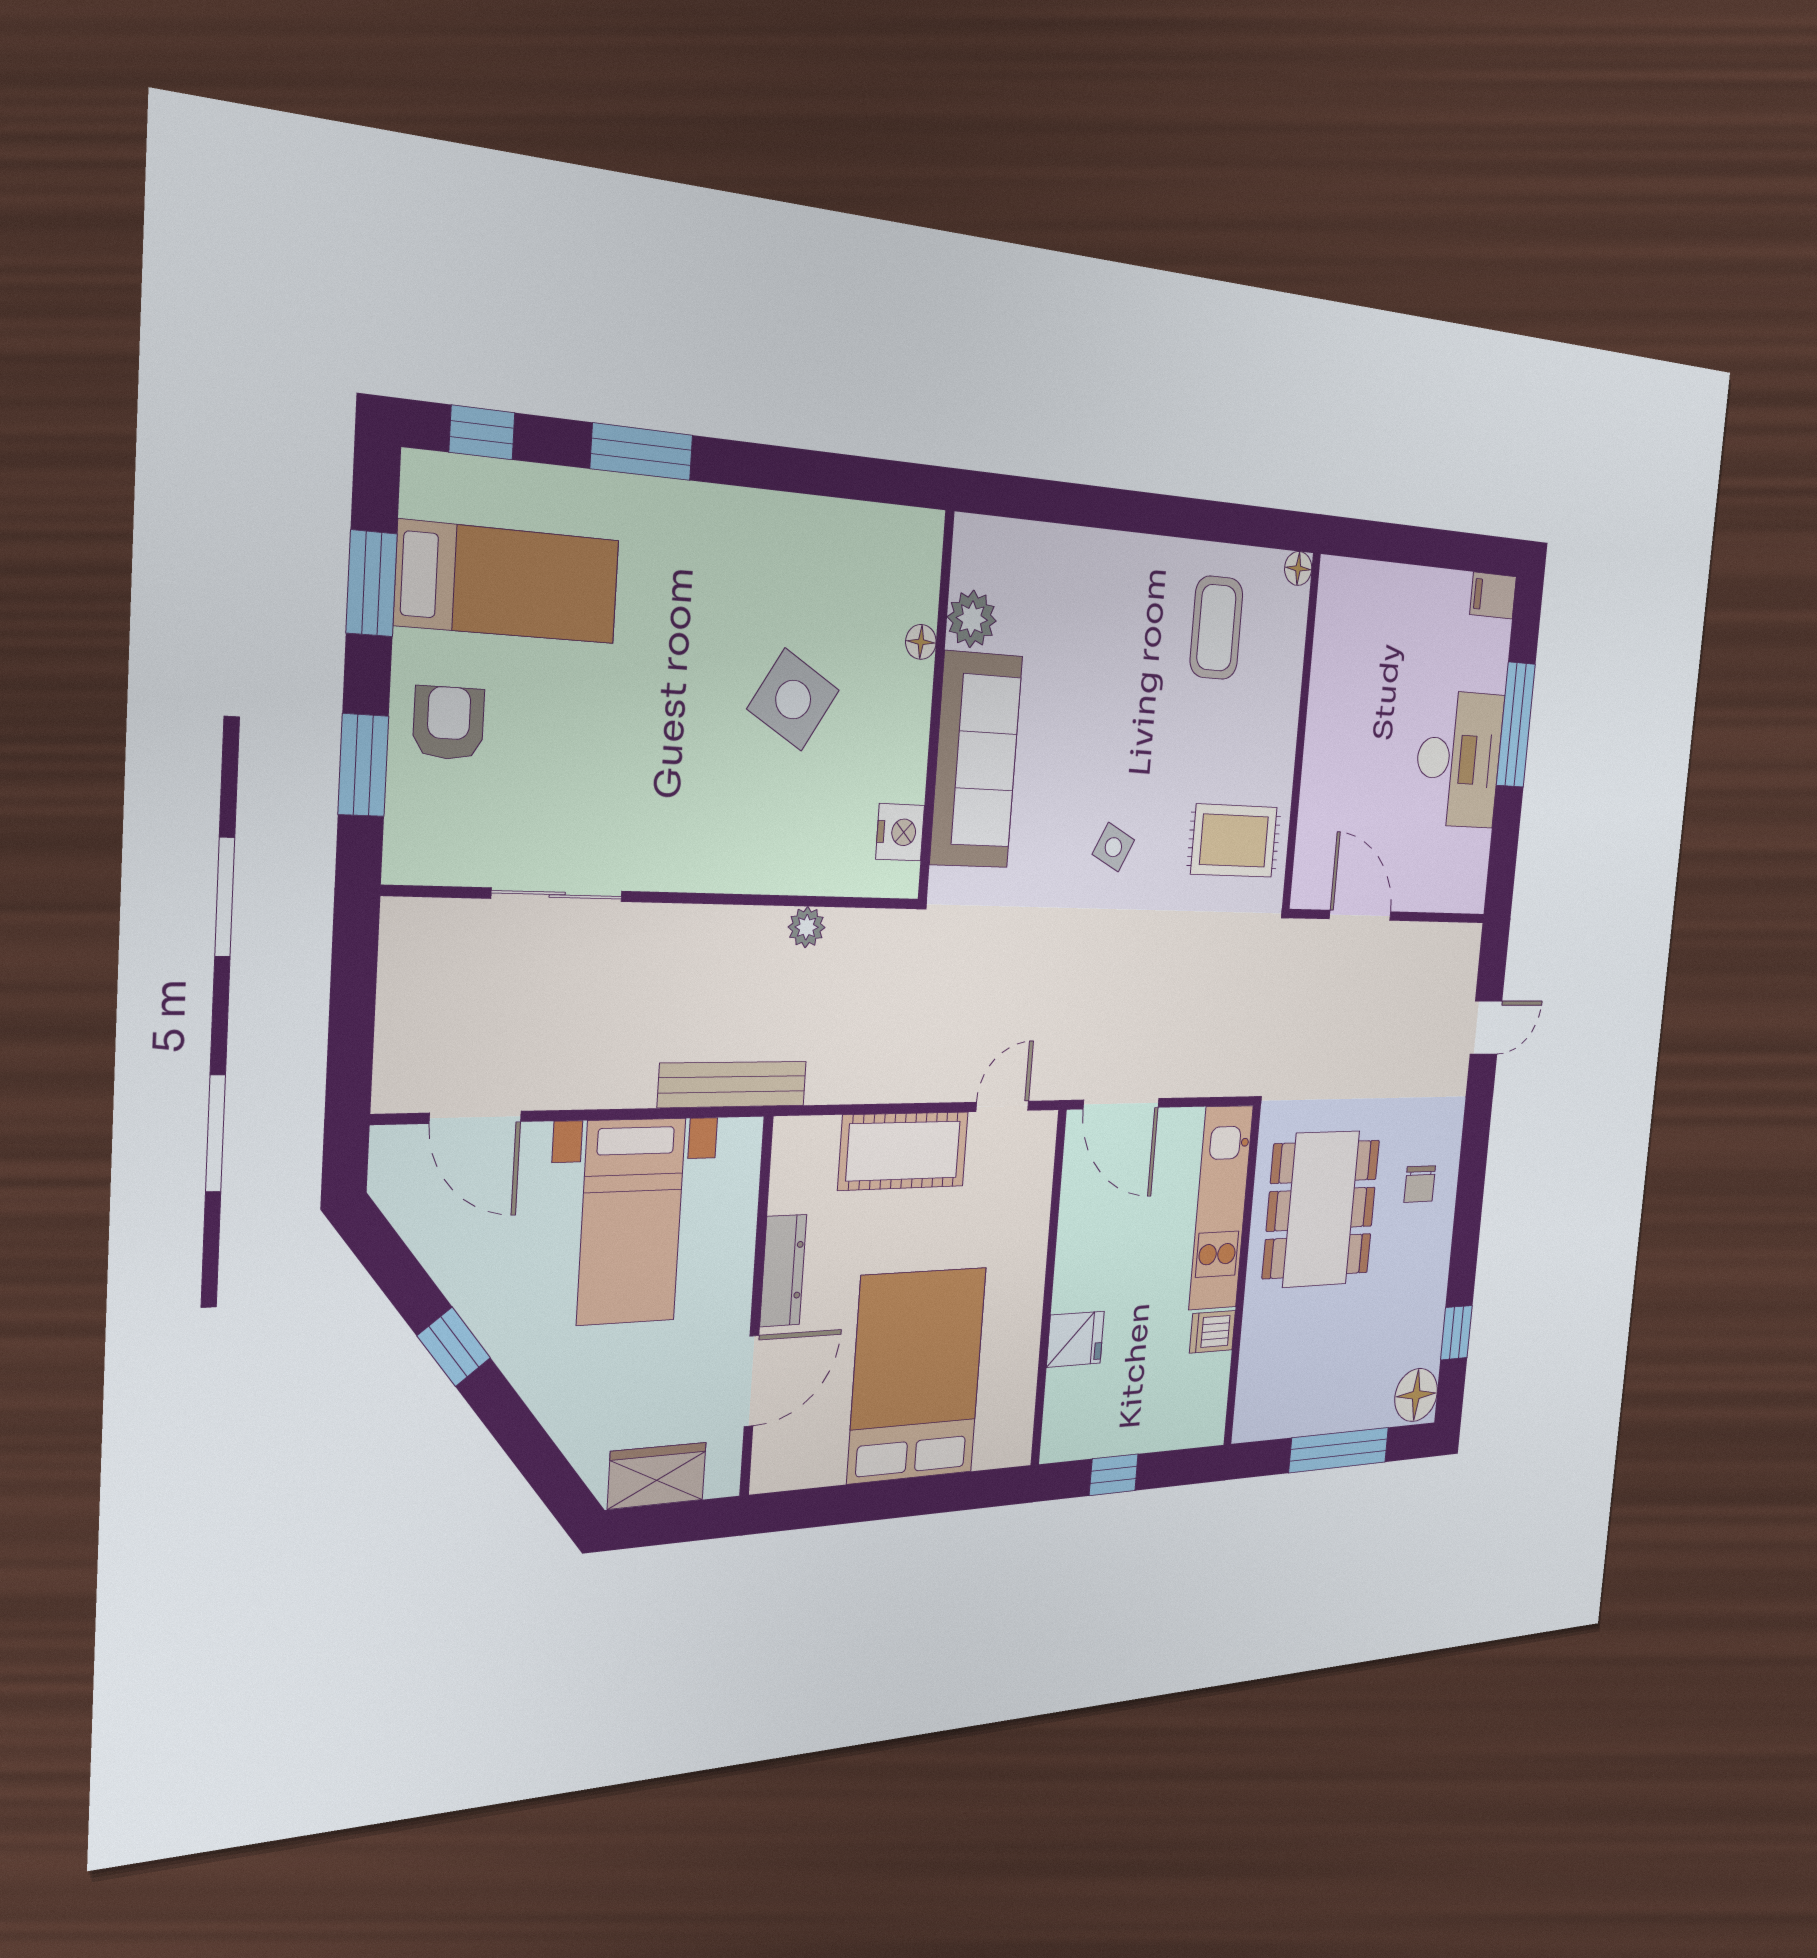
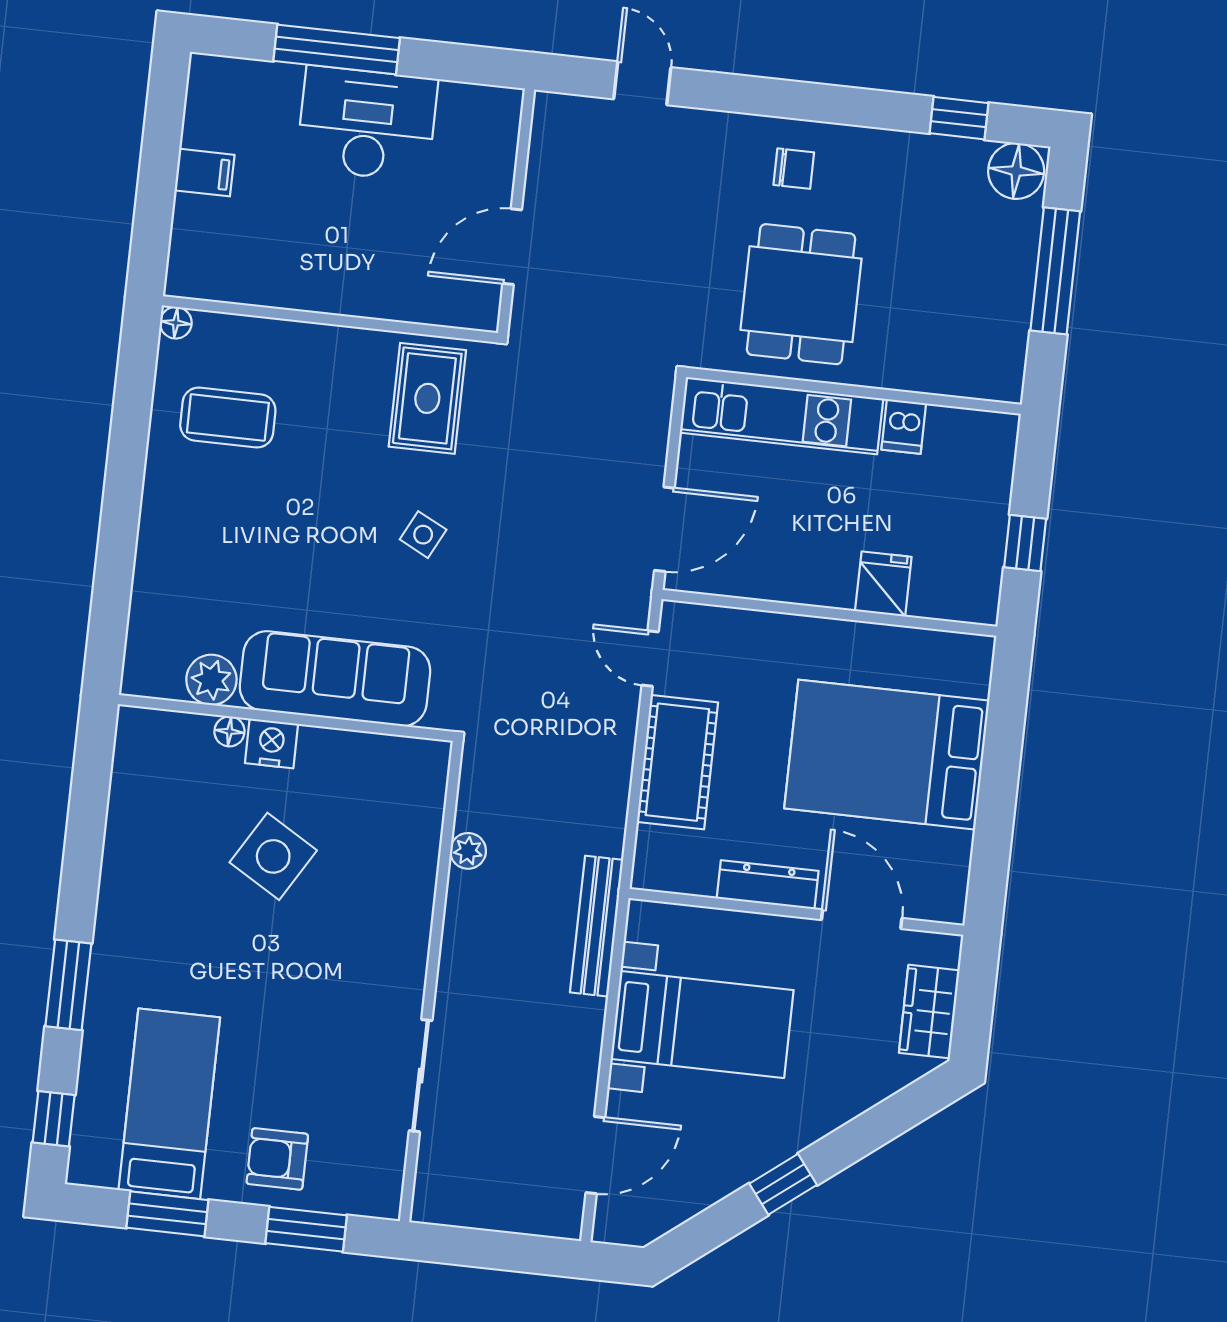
filing cabinet: (1493, 595) -> (204, 173), moved, turned -90
nightstand: (900, 832) -> (271, 743), moved
dining table: (1321, 1209) -> (801, 294), width x0.73

